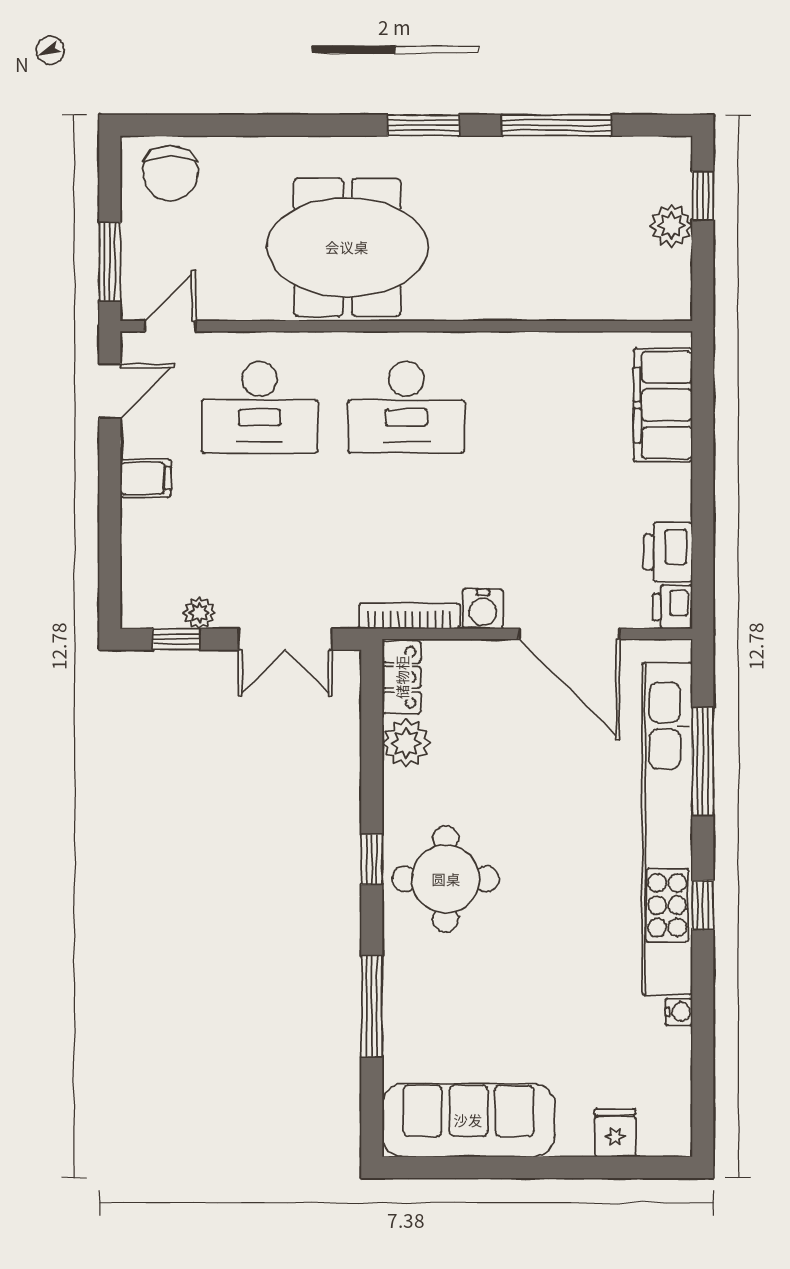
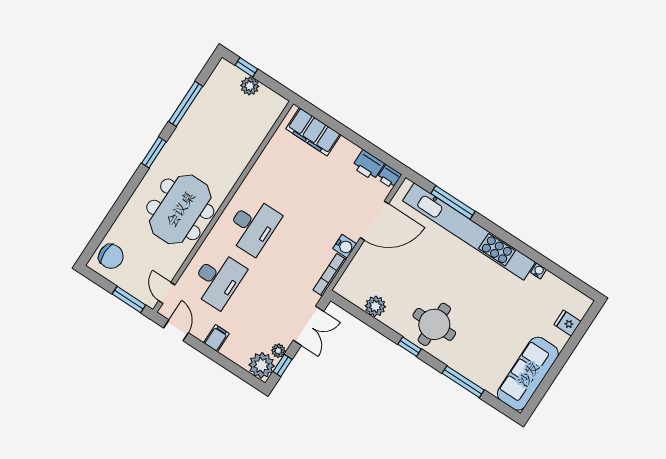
plant: (150, 599) -> (262, 365), added
locker: (402, 677) -> (350, 292), removed
window: (703, 905) -> (505, 237), removed

